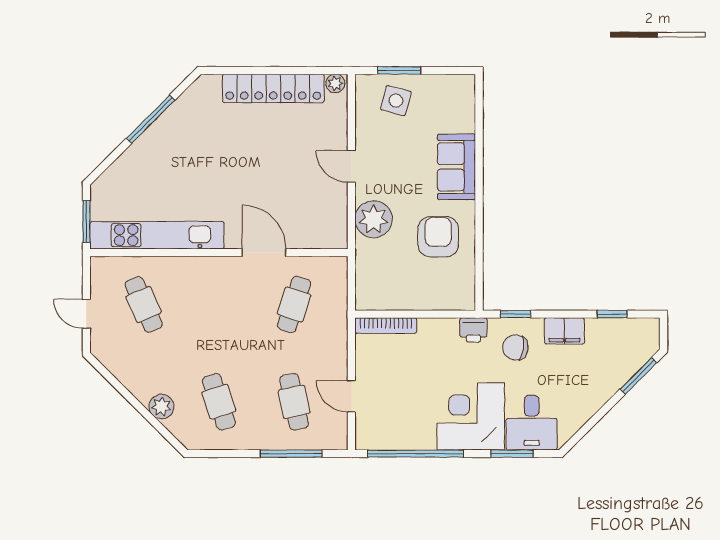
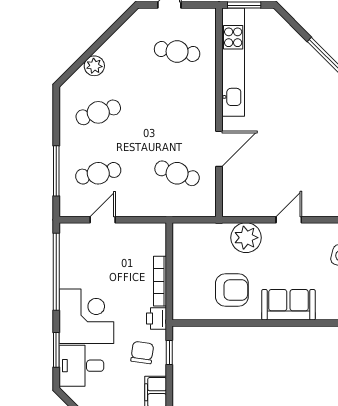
cafe table: (144, 304) -> (177, 51), turned 33
bookcase: (386, 326) -> (160, 281), moved

